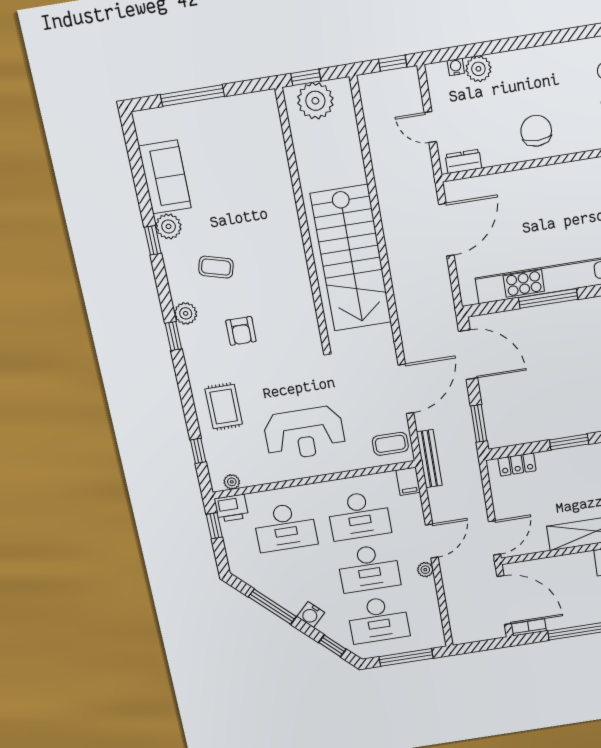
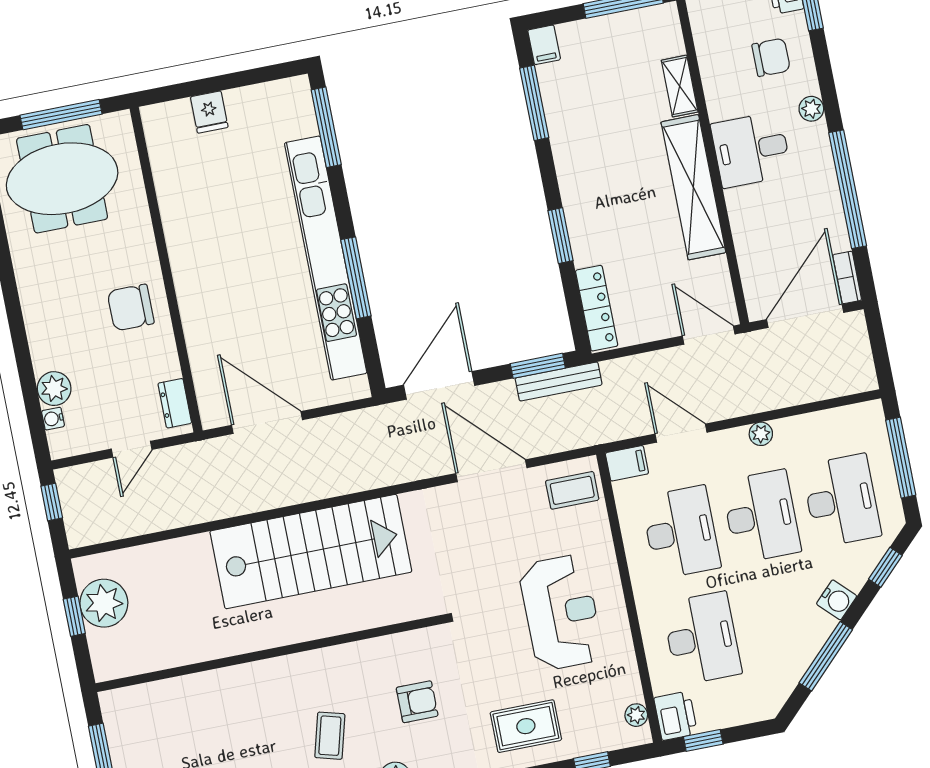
wall: (303, 221) -> (270, 653), moved
coffee table: (390, 444) -> (572, 490), turned 90
bench: (429, 459) -> (559, 381), moved
locker: (517, 464) -> (597, 308), width x1.53
door: (432, 541) -> (681, 433), moved

